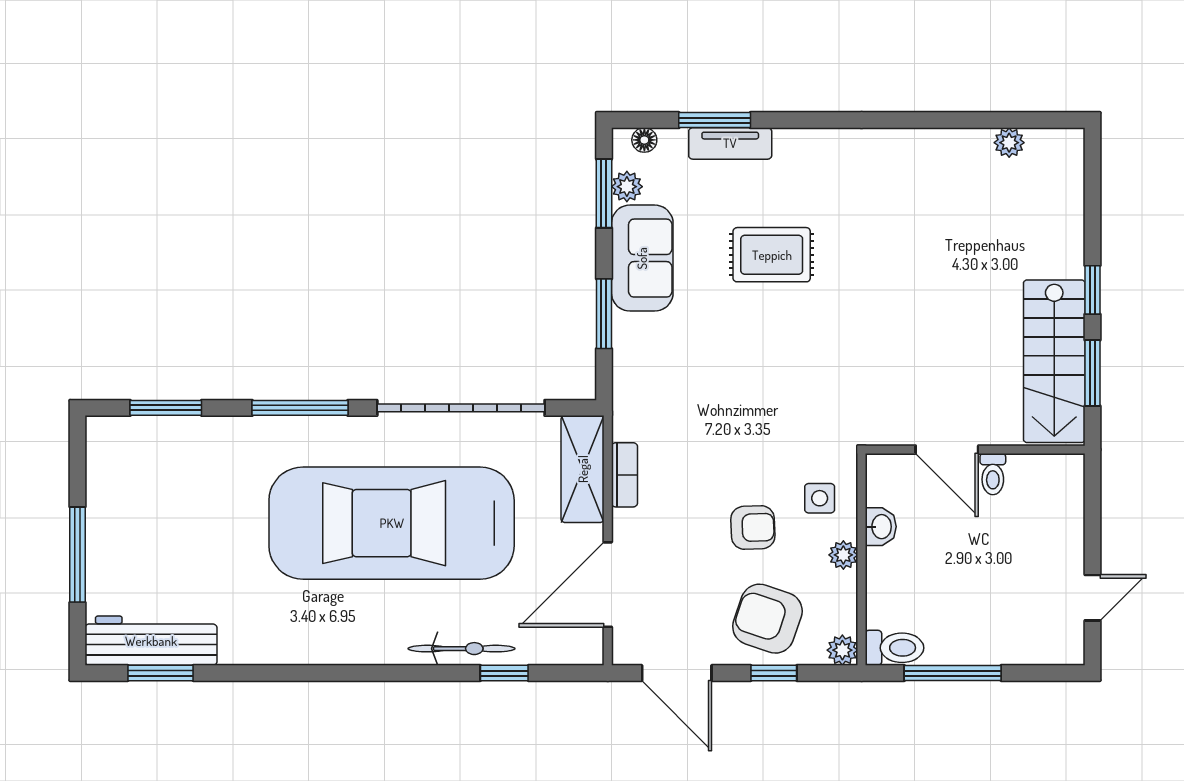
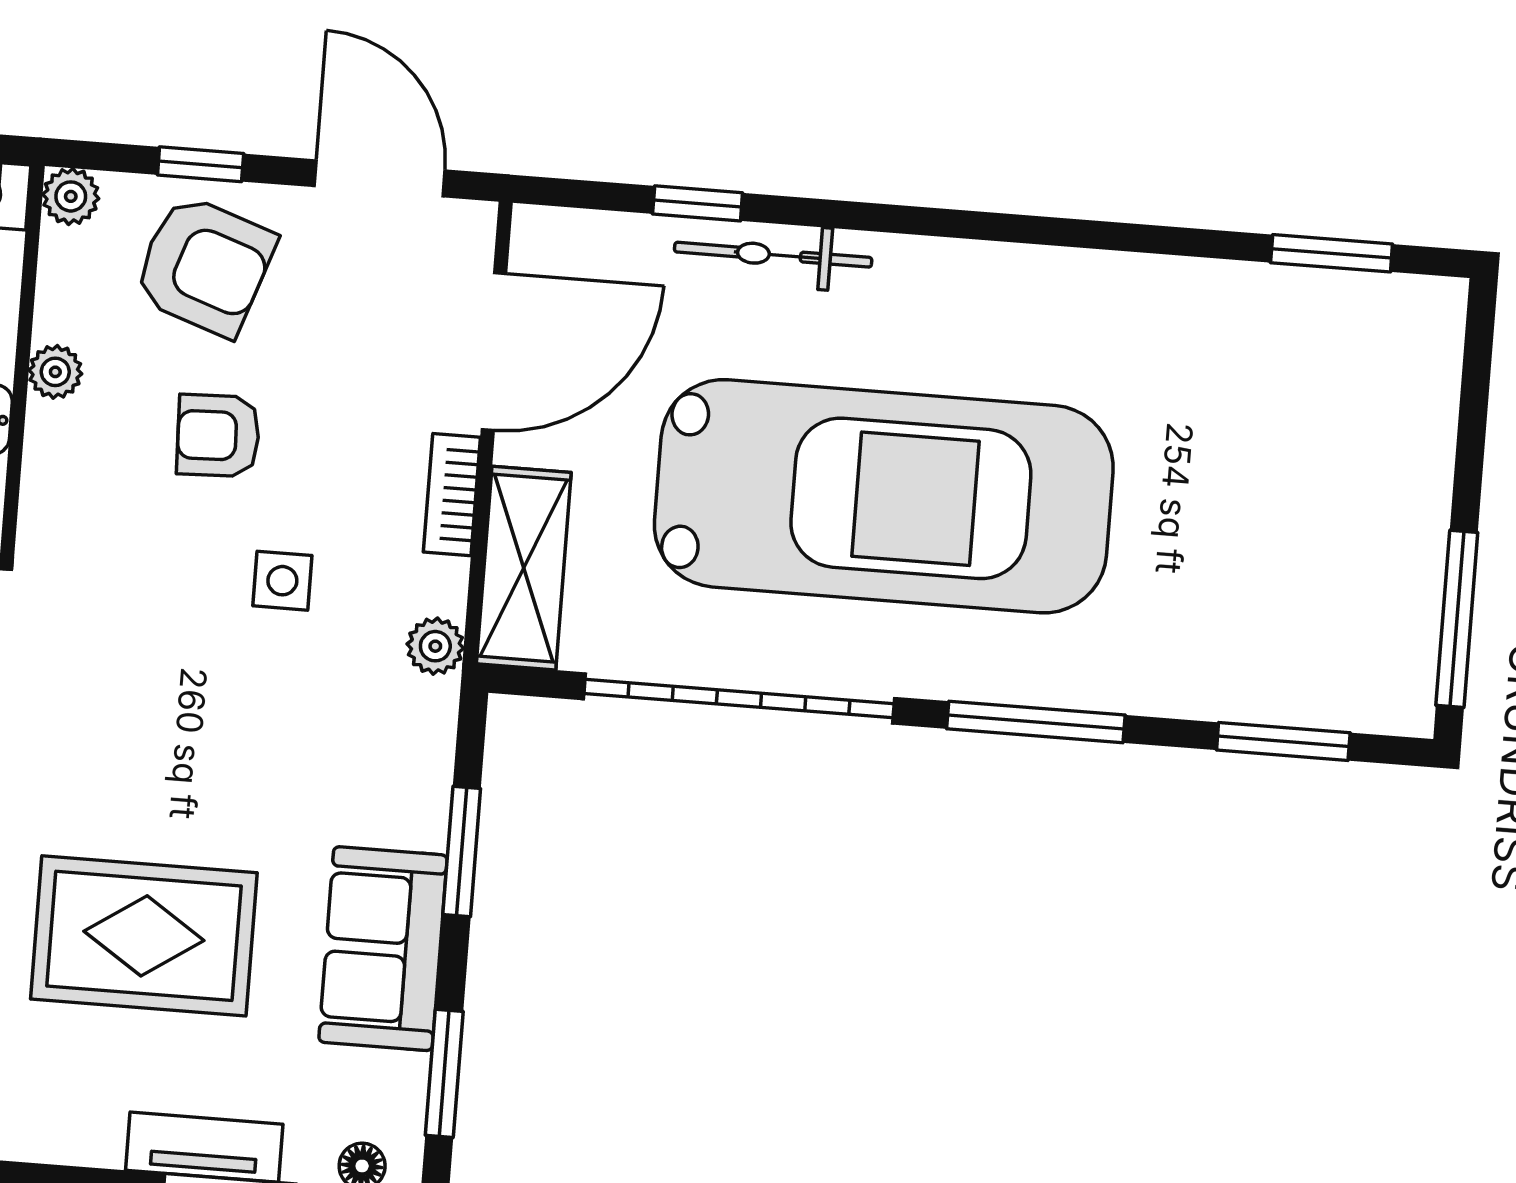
plant: (627, 187) -> (435, 646), moved
rug: (772, 255) -> (144, 936), width x1.36, depth x1.43
bookcase: (624, 475) -> (452, 495), moved
side table: (820, 498) -> (282, 581), moved
window: (78, 555) -> (1457, 619), moved
workbench: (151, 641) -> (1344, 314), removed

